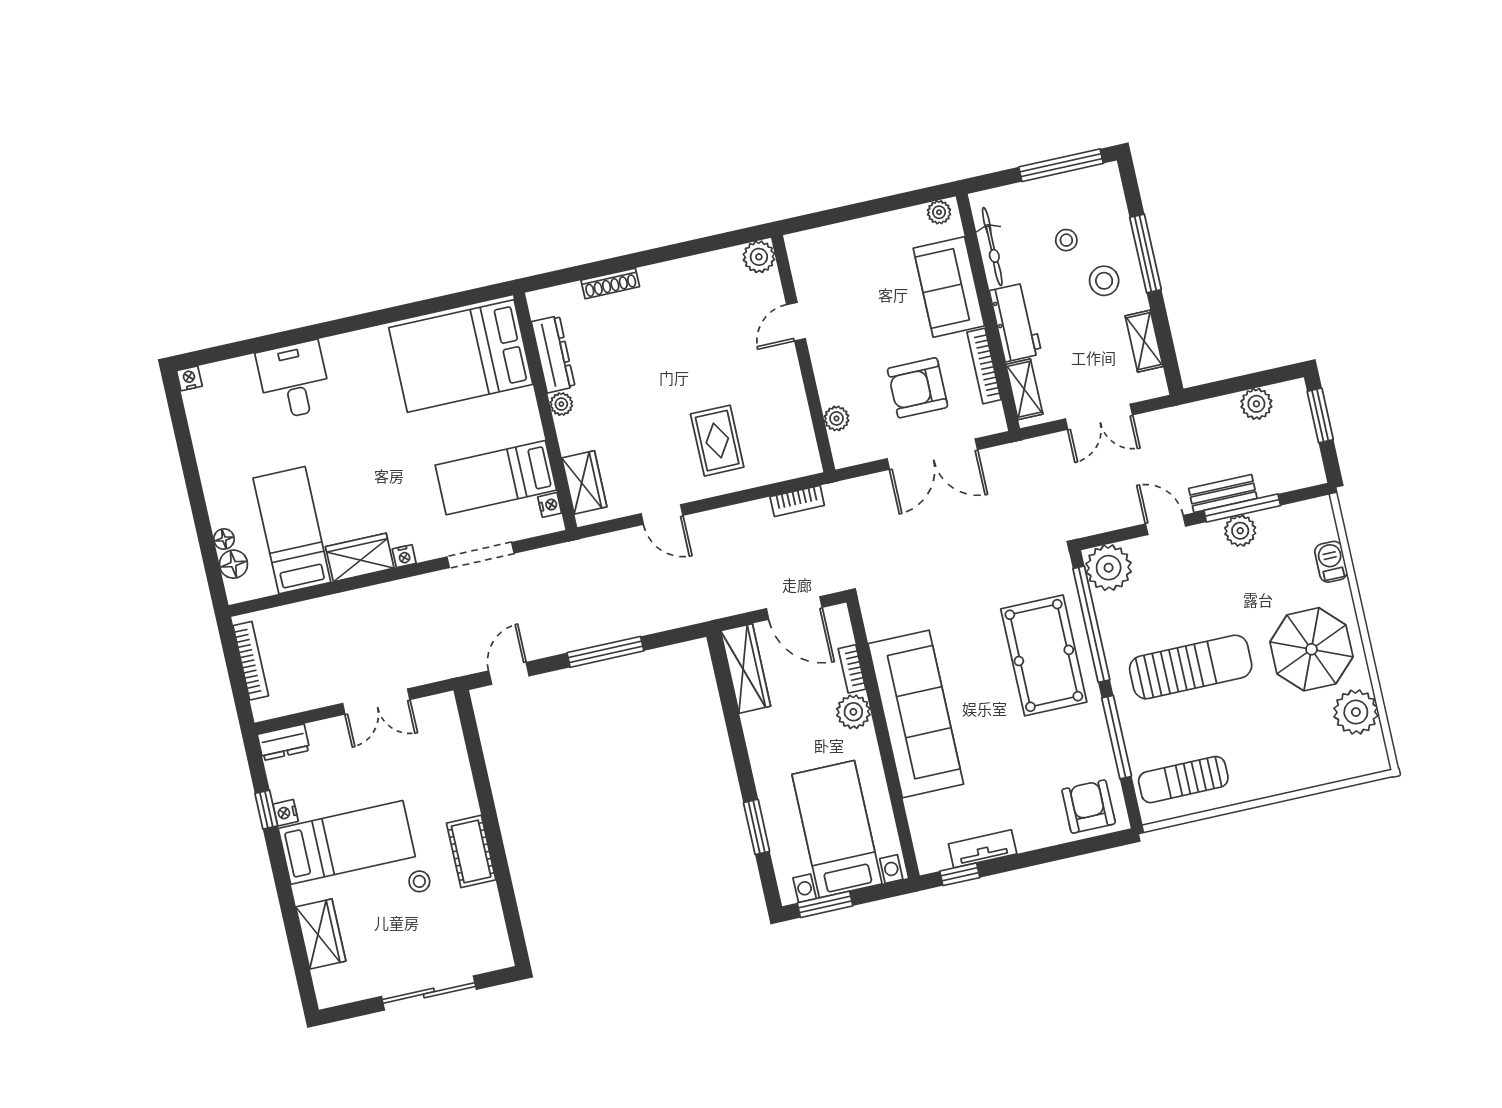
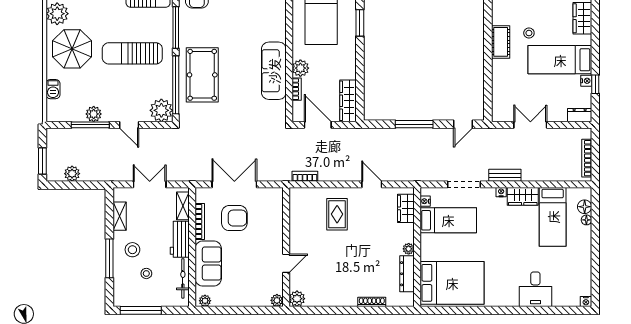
plant: (837, 418) -> (277, 300), moved
bench: (1223, 493) -> (505, 175), moved
sofa: (916, 714) -> (274, 71), width x0.74, depth x0.79

